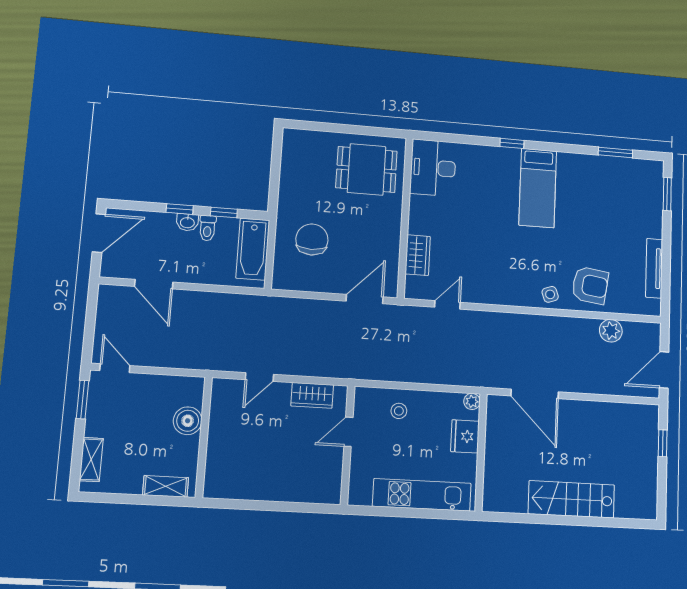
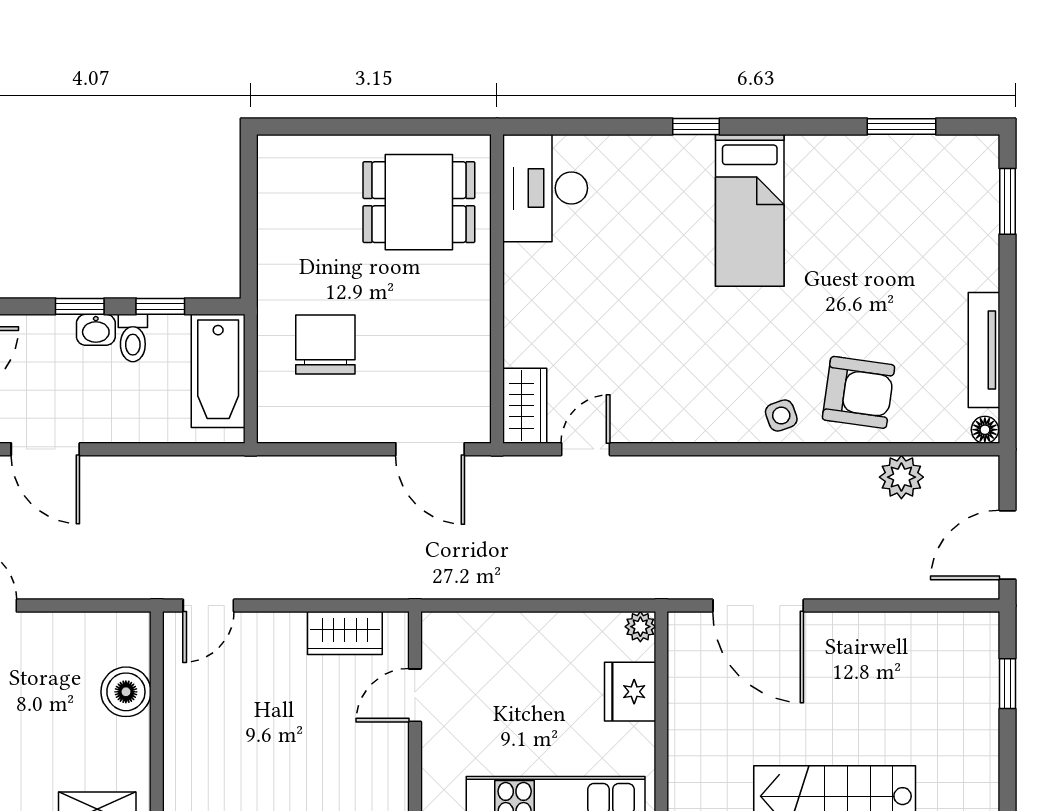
wardrobe: (418, 255) -> (525, 406), moved
door: (365, 299) -> (430, 449), swing flipped
floor lamp: (654, 309) -> (985, 430), added
door: (259, 377) -> (208, 606), moved
stool: (399, 411) -> (505, 652), removed

